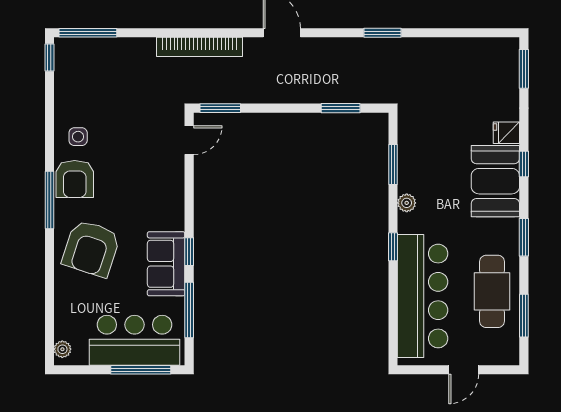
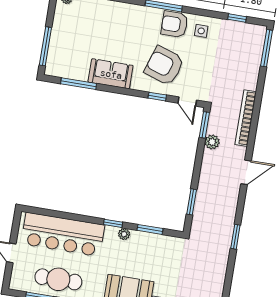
window: (49, 57) -> (237, 18), moved
plant: (244, 92) -> (212, 142), added
window: (393, 247) -> (113, 223), moved
armchair: (91, 248) -> (164, 66), moved
window: (189, 252) -> (157, 97), moved
bar counter: (134, 340) -> (65, 45), removed

